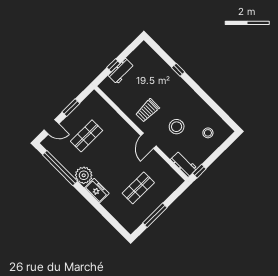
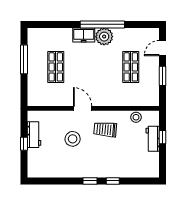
window: (194, 86) -> (90, 181), added
trolley: (147, 111) -> (105, 129), turned -85
stool: (208, 133) -> (136, 117), moved
workbench: (184, 164) -> (34, 135), moved, turned -90
window: (60, 168) -> (102, 24), moved
window: (199, 171) -> (24, 144), moved

